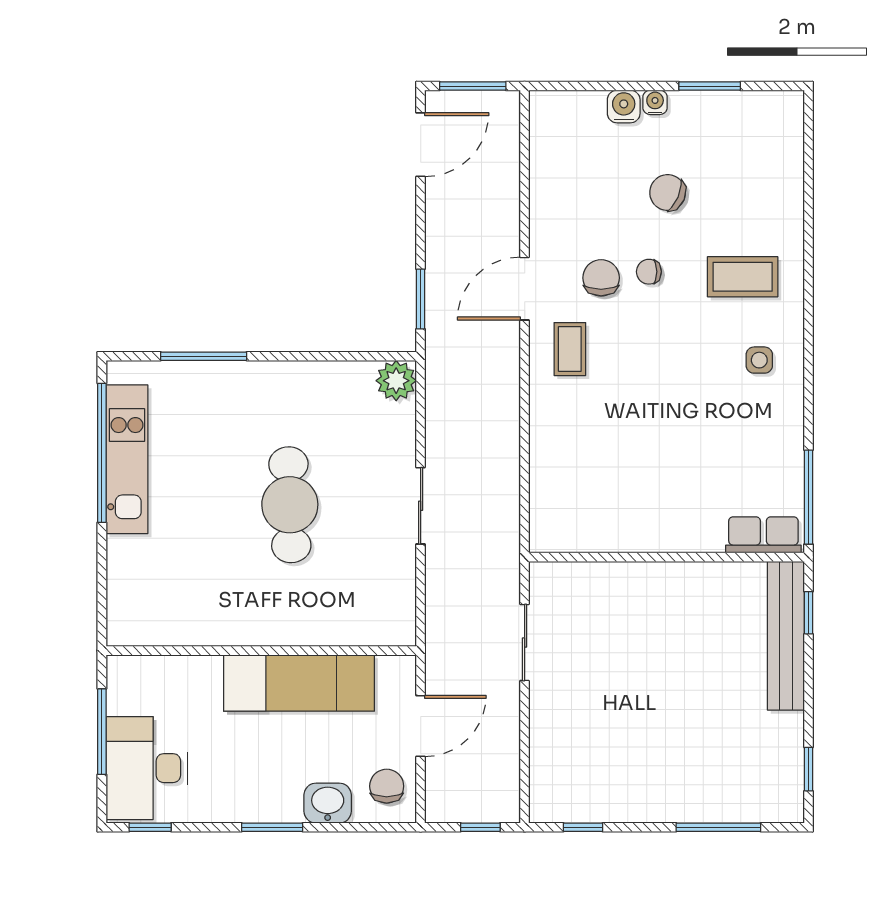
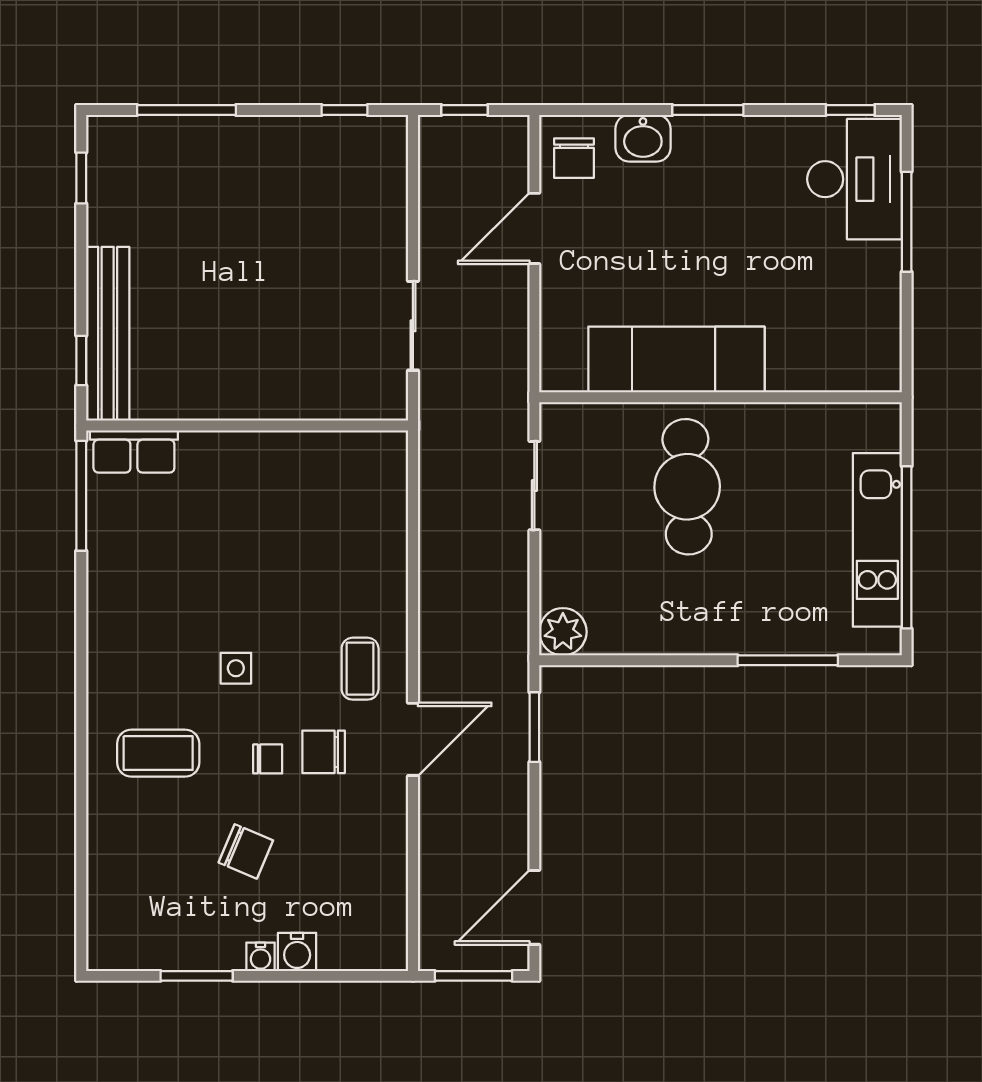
chair: (601, 278) -> (324, 752), turned 90
side table: (759, 360) -> (236, 668), moved
wall: (261, 651) -> (721, 397), moved
exam couch: (299, 683) -> (676, 359), moved

